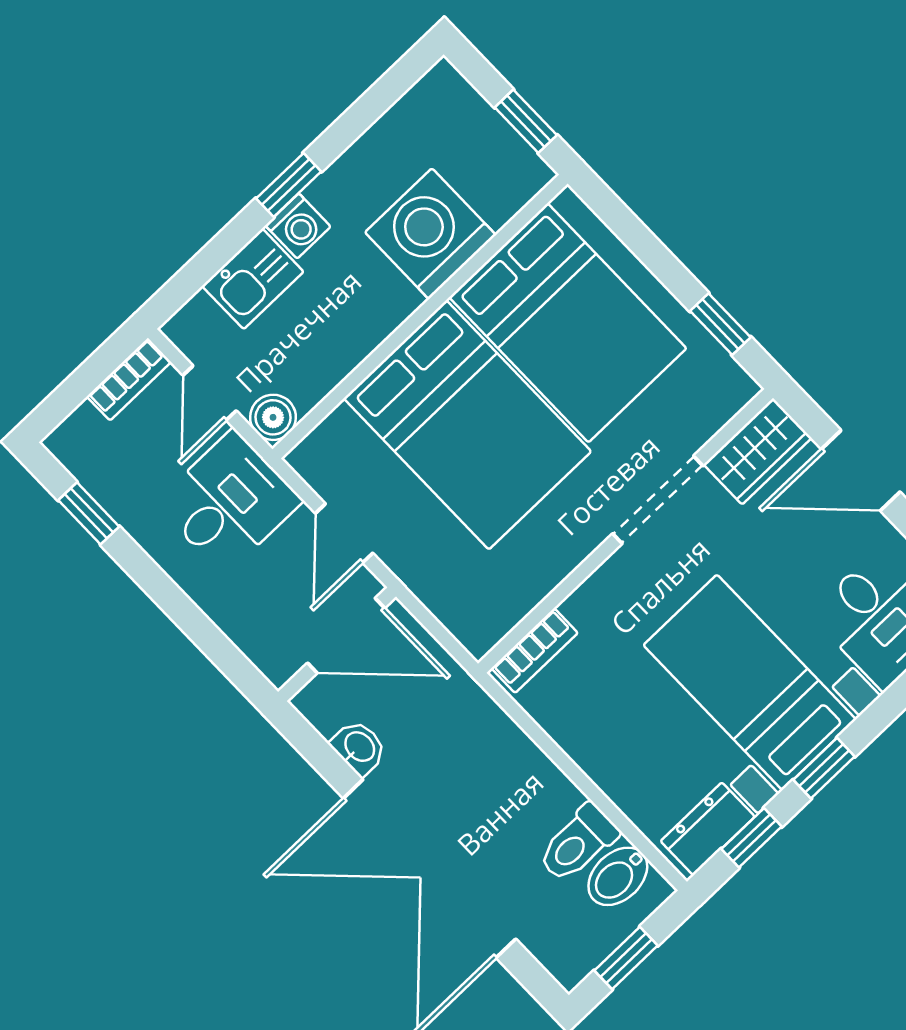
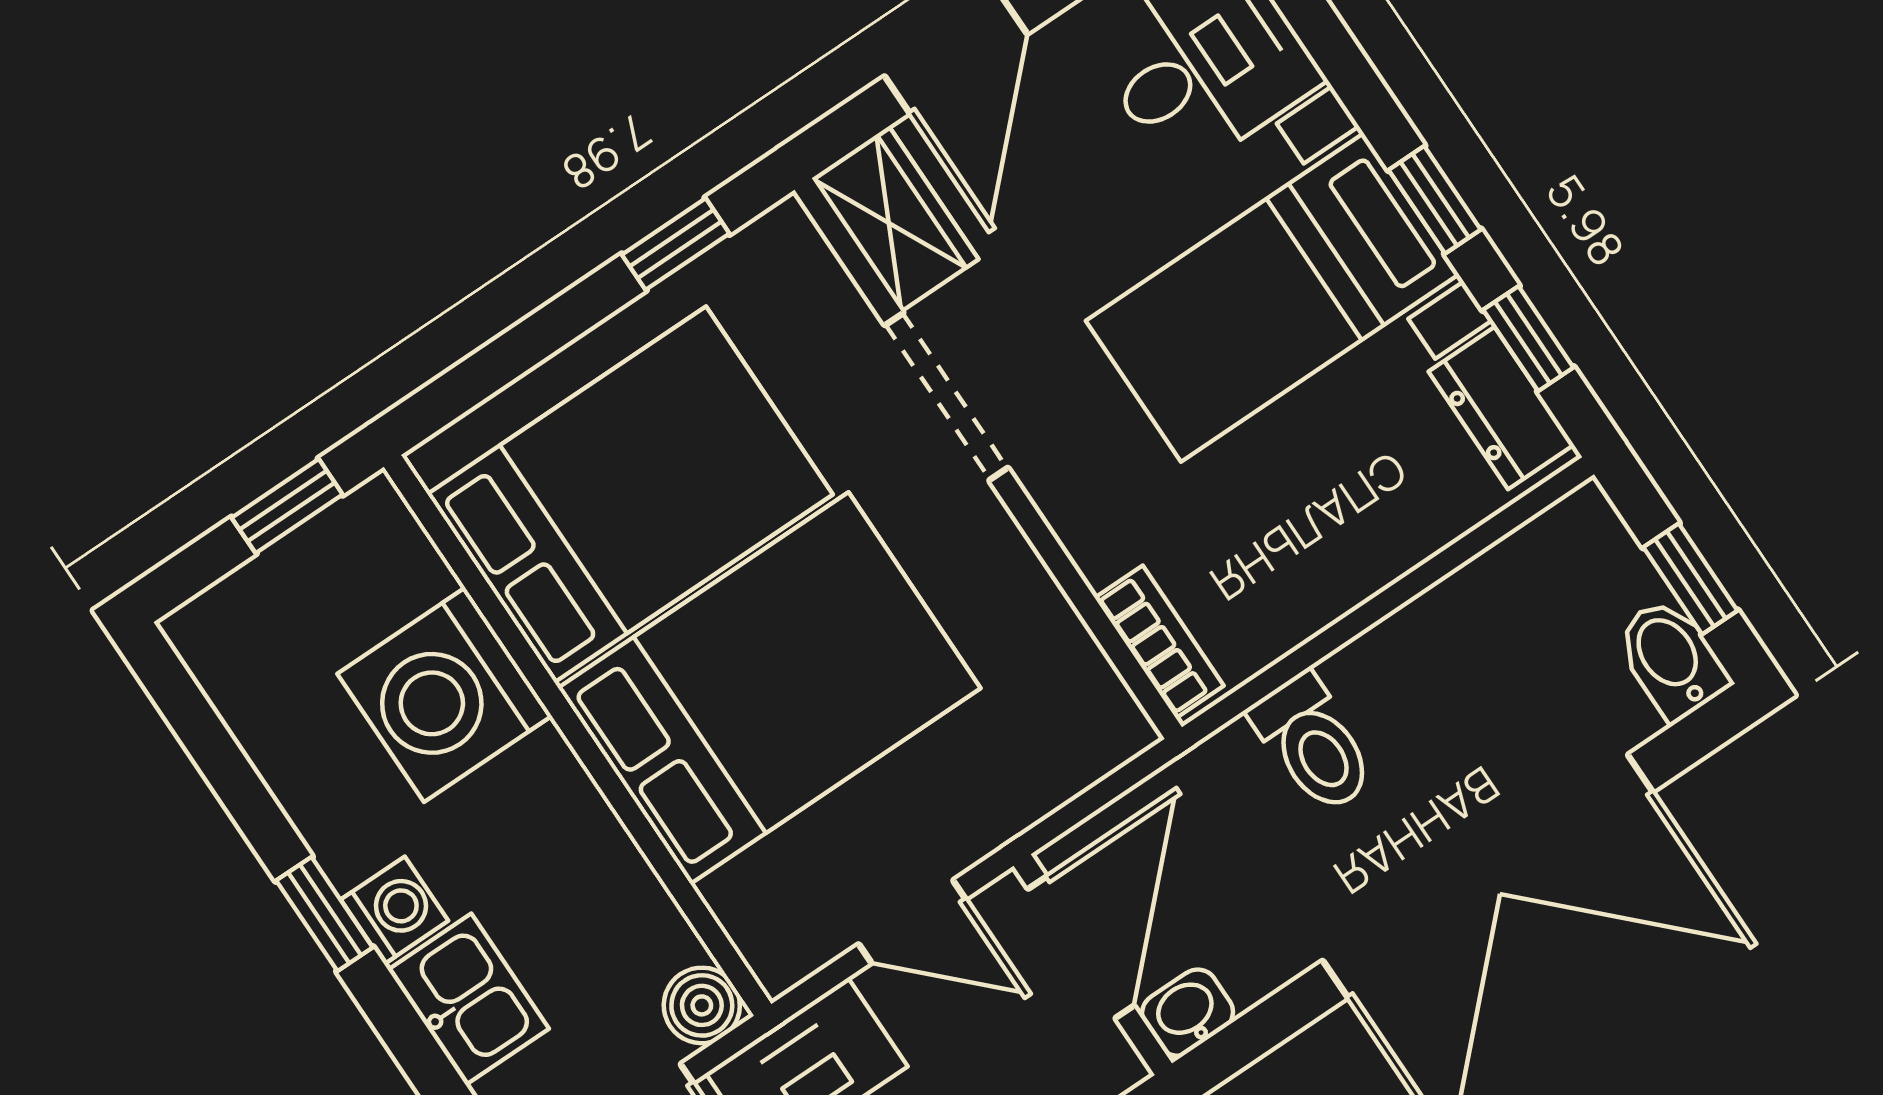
washbasin: (359, 747) -> (1188, 1013), moved
toilet: (578, 843) -> (1313, 743), moved
bidet: (618, 876) -> (1672, 659), moved, turned 180

